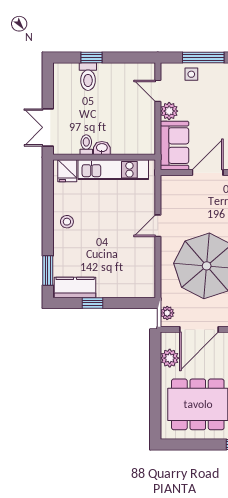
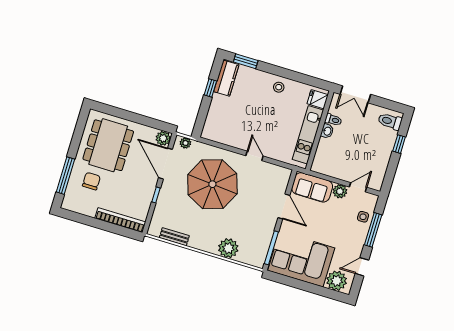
toilet: (88, 77) -> (390, 121), moved
double door: (48, 127) -> (355, 94), swing flipped
plant: (170, 358) -> (163, 138), moved

